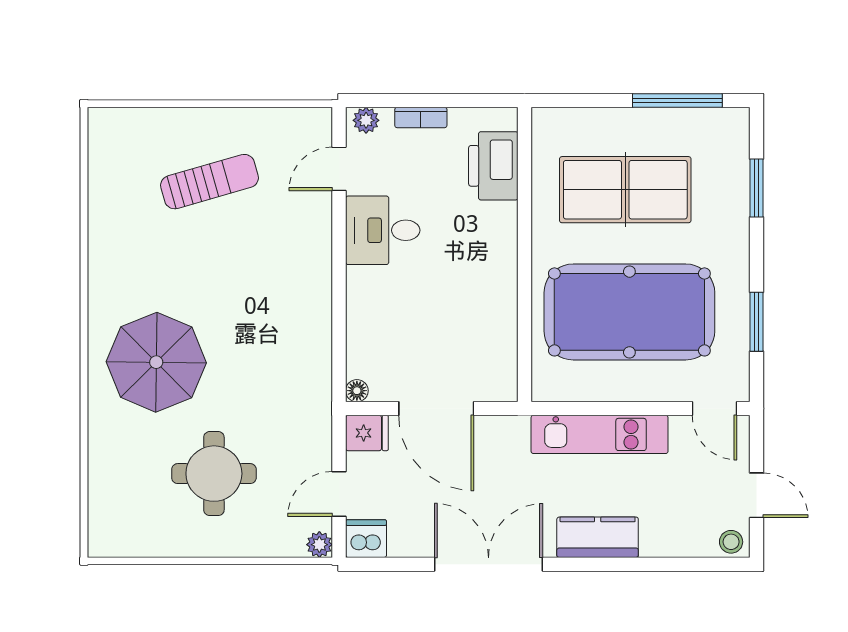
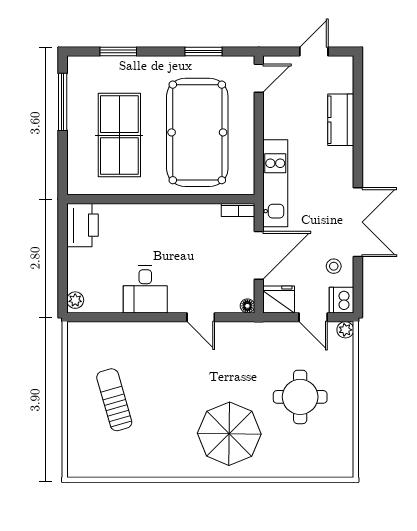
bookcase: (421, 117) -> (238, 210), moved, turned 90
printer: (493, 166) -> (82, 225), moved, turned -90
door: (339, 169) -> (201, 317), moved
fridge: (367, 433) -> (279, 299), width x1.38
kitchen unit: (600, 434) -> (275, 183), moved
kitchen counter: (598, 537) -> (341, 120), moved
stool: (731, 542) -> (334, 266), moved
double door: (489, 564) -> (358, 222), swing flipped

